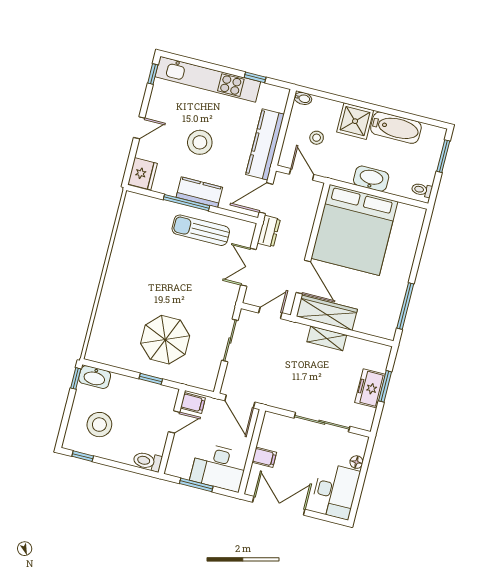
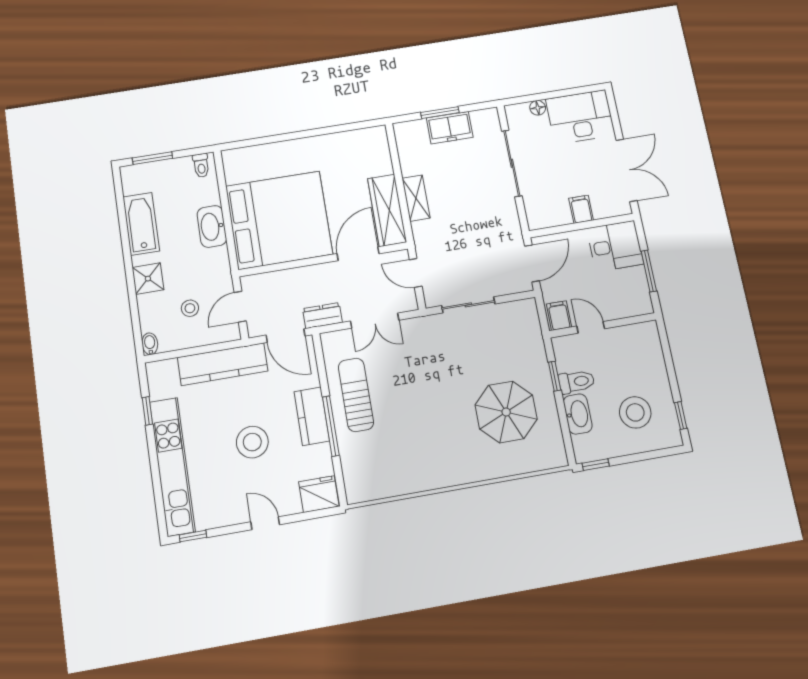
shower: (355, 121) -> (148, 279), width x0.73, depth x0.73
sun lounger: (201, 230) -> (356, 395), turned 180
window: (405, 306) -> (341, 128), removed
parasol: (165, 340) -> (506, 412), moved
washbasin: (95, 377) -> (578, 414), moved
toilet: (147, 461) -> (577, 382), moved, turned -90
desk: (219, 467) -> (615, 246), width x0.73
double door: (279, 506) -> (627, 170), swing flipped

